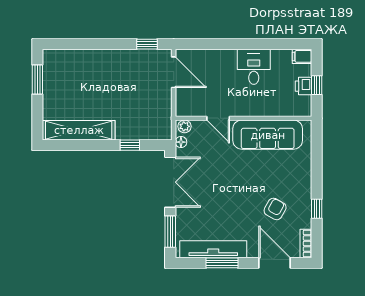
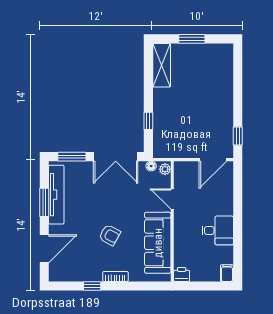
window: (37, 79) -> (192, 39), moved
window: (317, 85) -> (201, 286), removed
printer: (303, 86) -> (182, 274), moved
door: (218, 118) -> (172, 199), hinge flipped
shelving: (79, 130) -> (162, 65), width x0.68
armchair: (275, 209) -> (110, 235), moved
bookcase: (306, 243) -> (115, 276), moved

